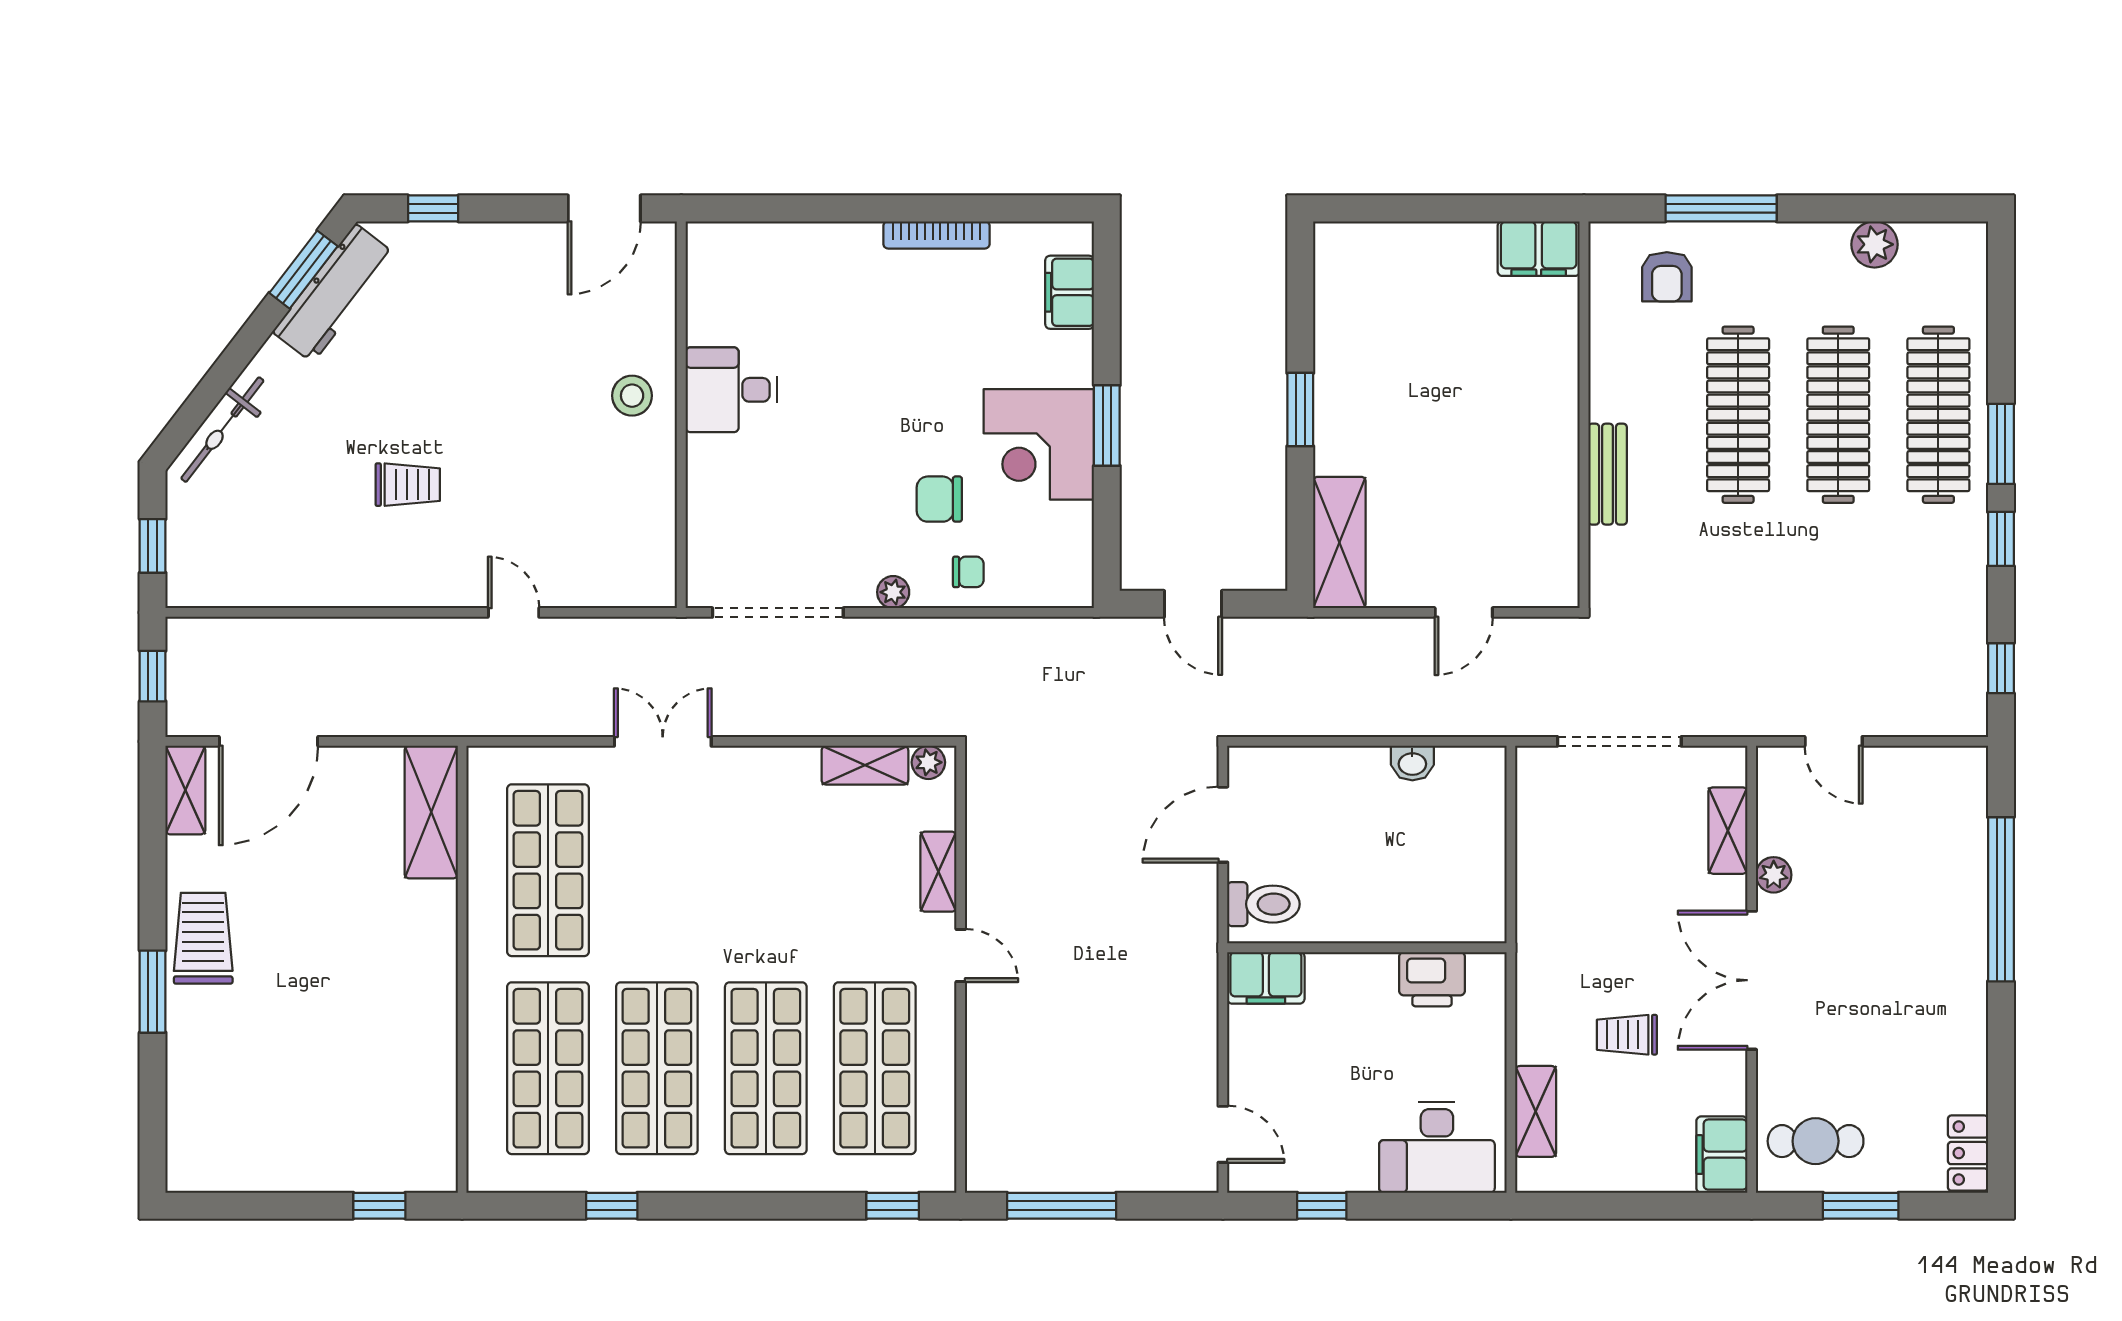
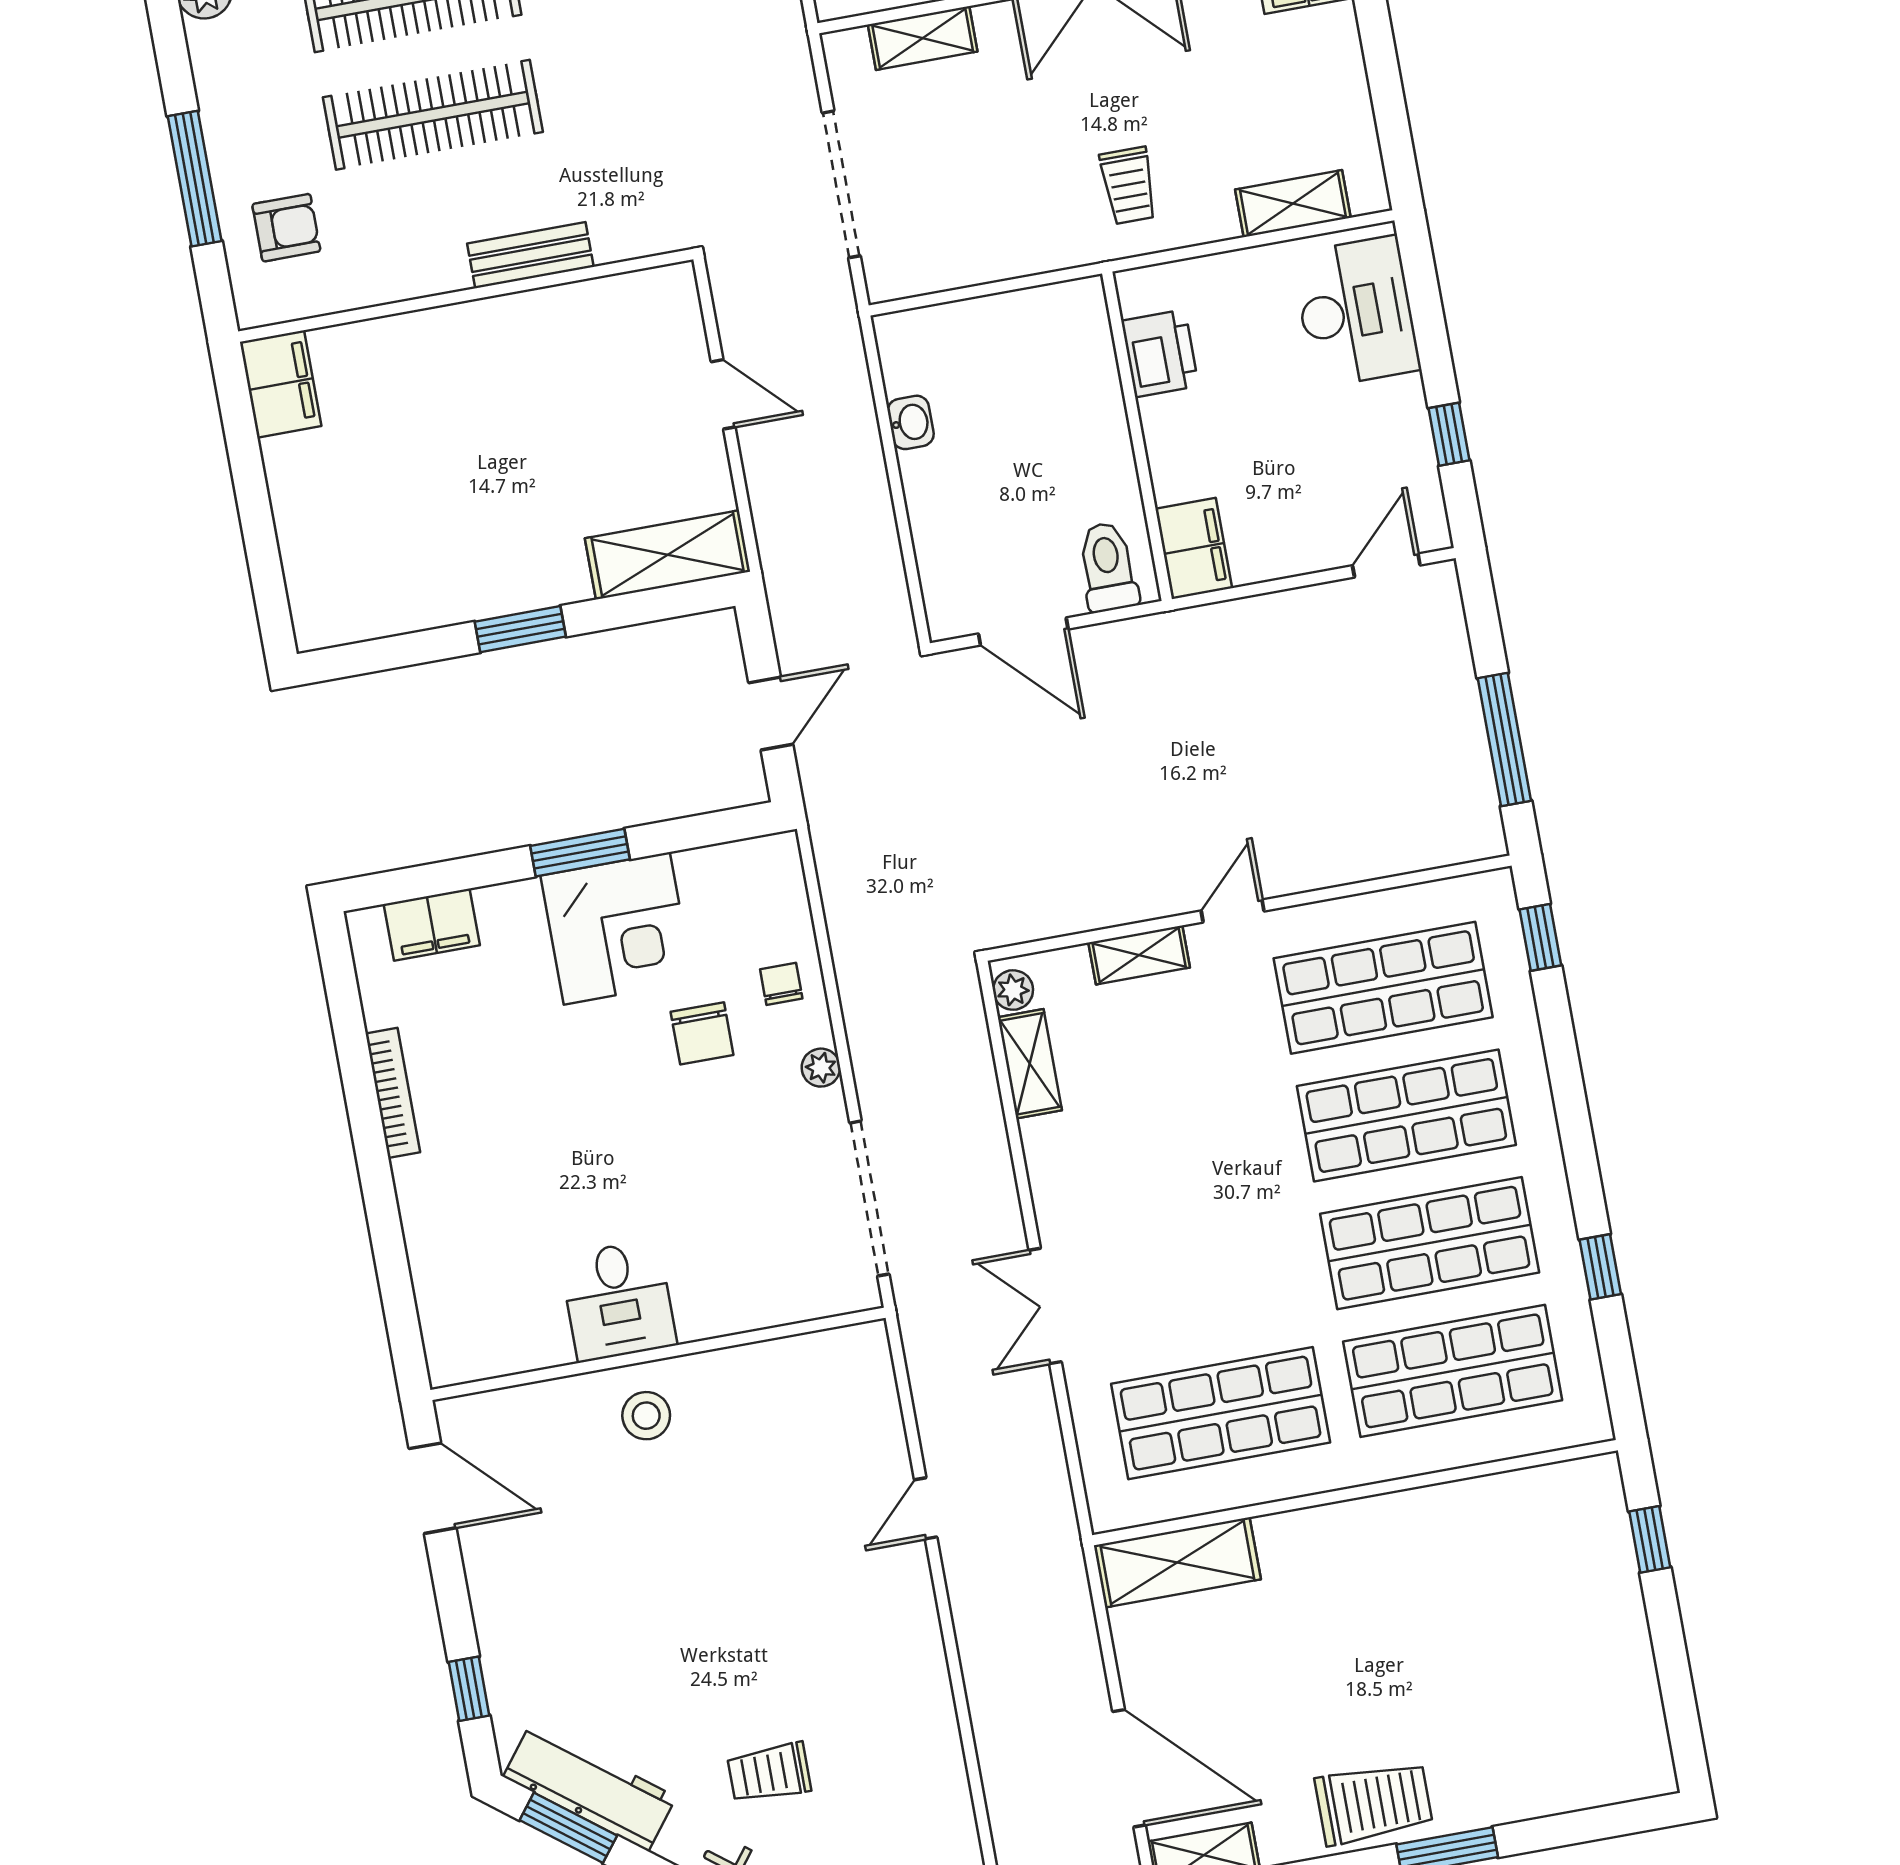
trolley: (408, 485) -> (769, 1773), moved, turned -90
trolley: (203, 938) -> (1374, 1803), turned 180
trolley: (1627, 1035) -> (1129, 185), moved

